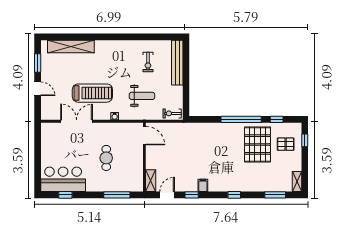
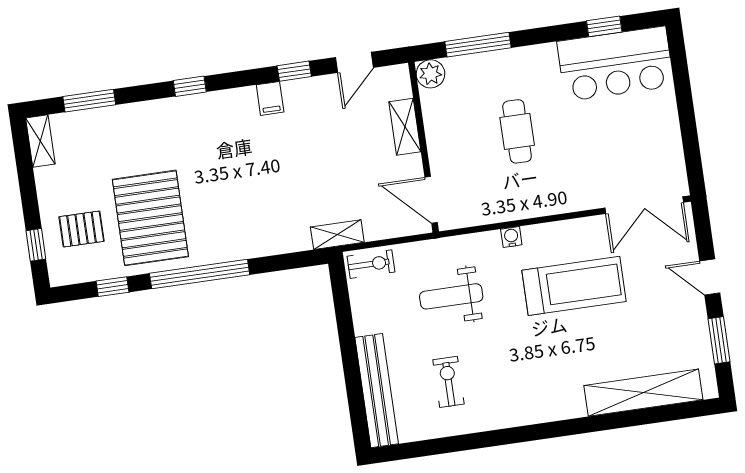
treadmill: (92, 93) -> (574, 286), turned 180
double door: (77, 121) -> (644, 205), moved
shelving: (184, 127) -> (337, 235), added
shelving: (151, 181) -> (405, 127), moved
plant: (137, 186) -> (430, 74), added

